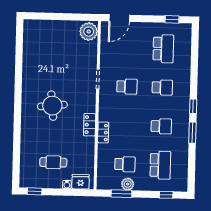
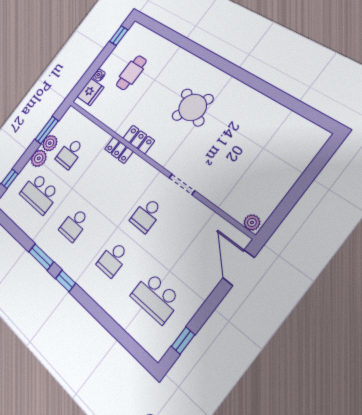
plant: (89, 32) -> (252, 222), width x0.53, depth x0.53
round table: (52, 106) -> (193, 107), turned 35
plant: (141, 184) -> (39, 158), added

